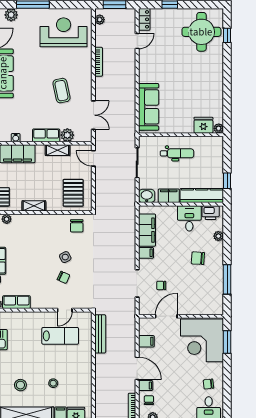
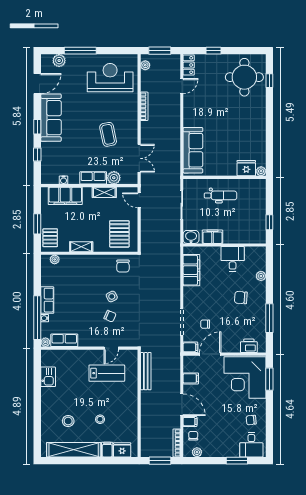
kitchen counter: (202, 196) -> (245, 237), removed
printer: (211, 213) -> (249, 346), moved, turned 180
filing cabinet: (146, 253) -> (190, 347), moved

